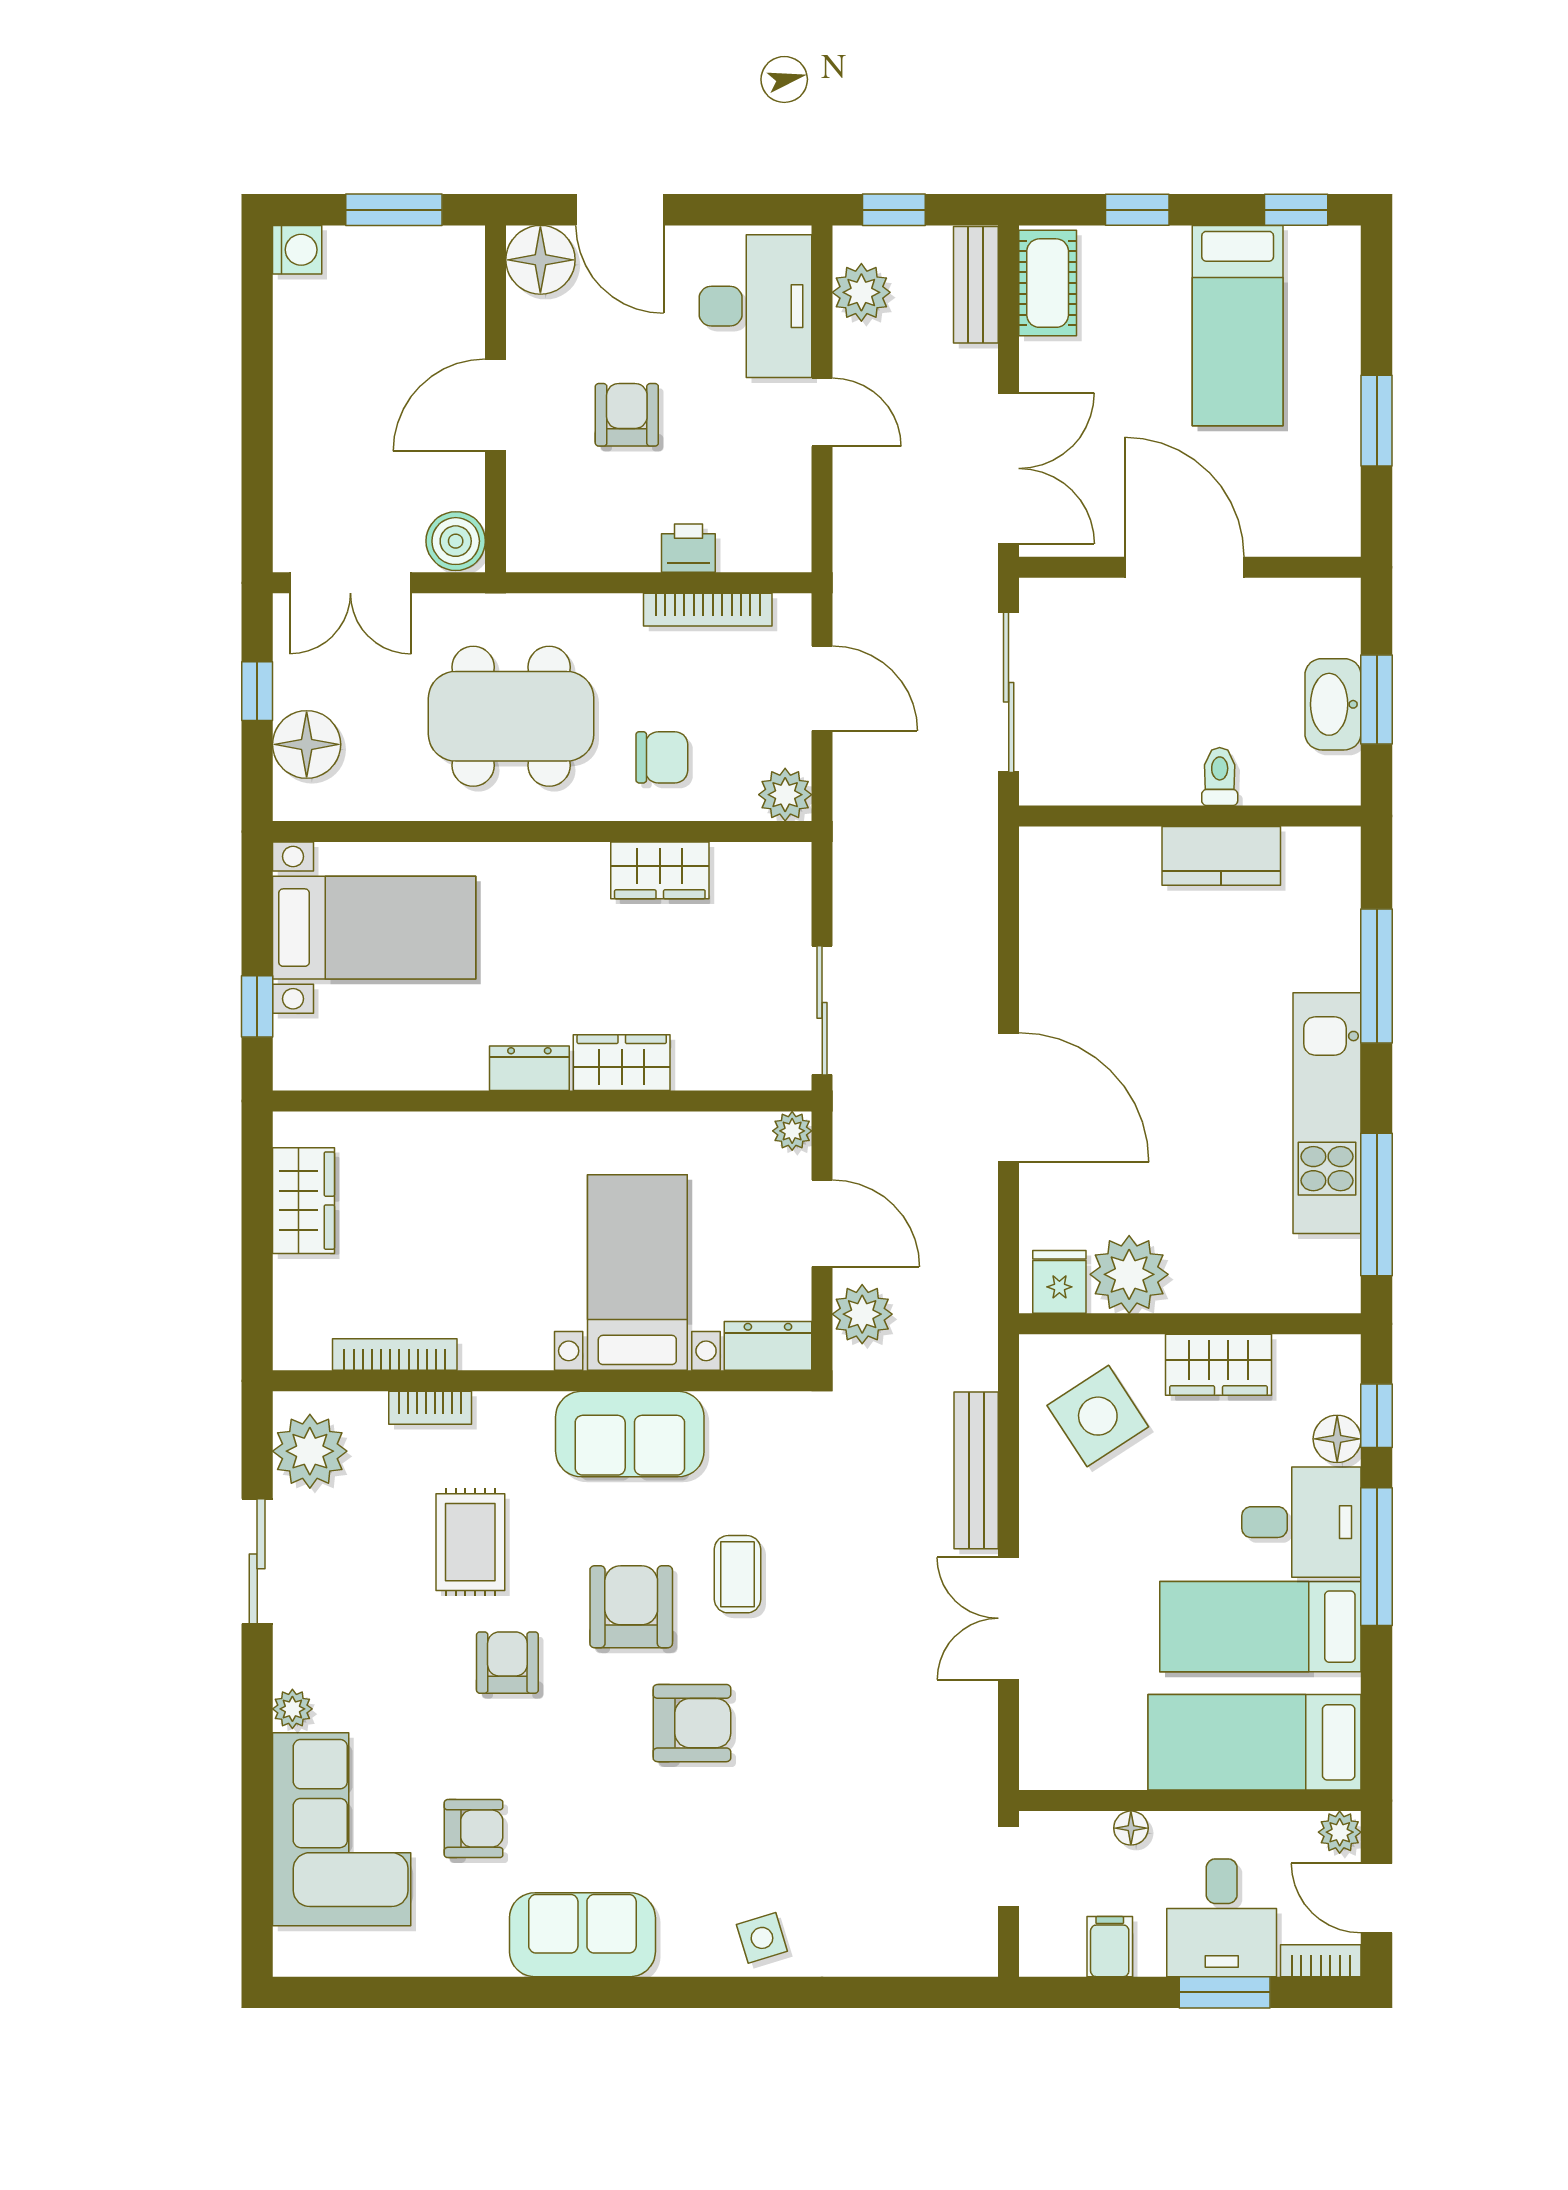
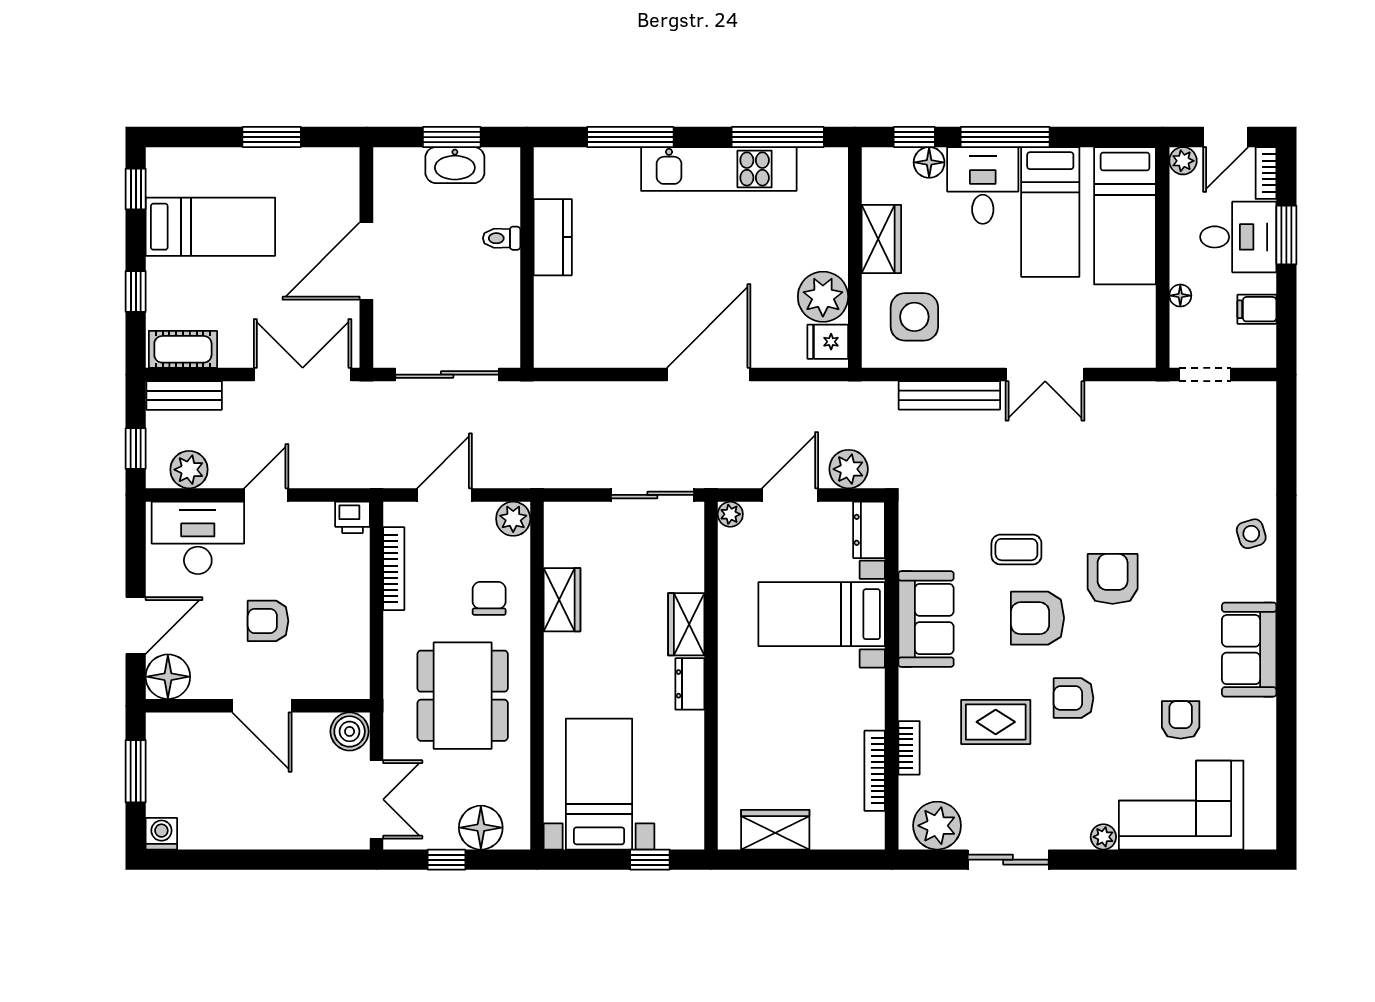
printer: (688, 548) -> (352, 517), moved, turned -90
side table: (1098, 1416) -> (914, 317), turned 33

